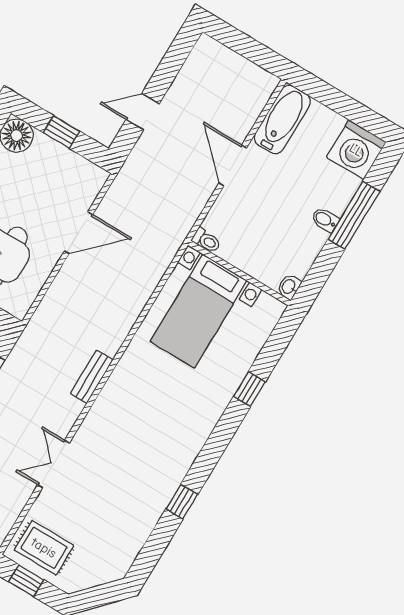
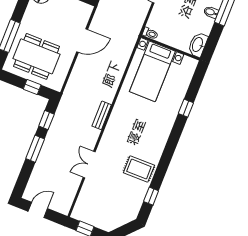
washbasin: (289, 287) -> (198, 45), width x1.91, depth x1.45
window: (182, 502) -> (151, 196), moved
rug: (44, 548) -> (139, 169), moved

